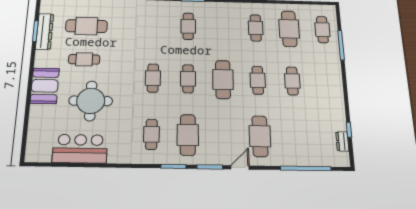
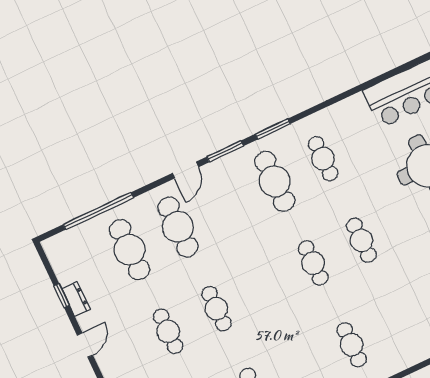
cafe table: (223, 79) -> (130, 250), moved
door: (346, 96) -> (85, 345), added
dresser: (342, 141) -> (76, 299), moved

